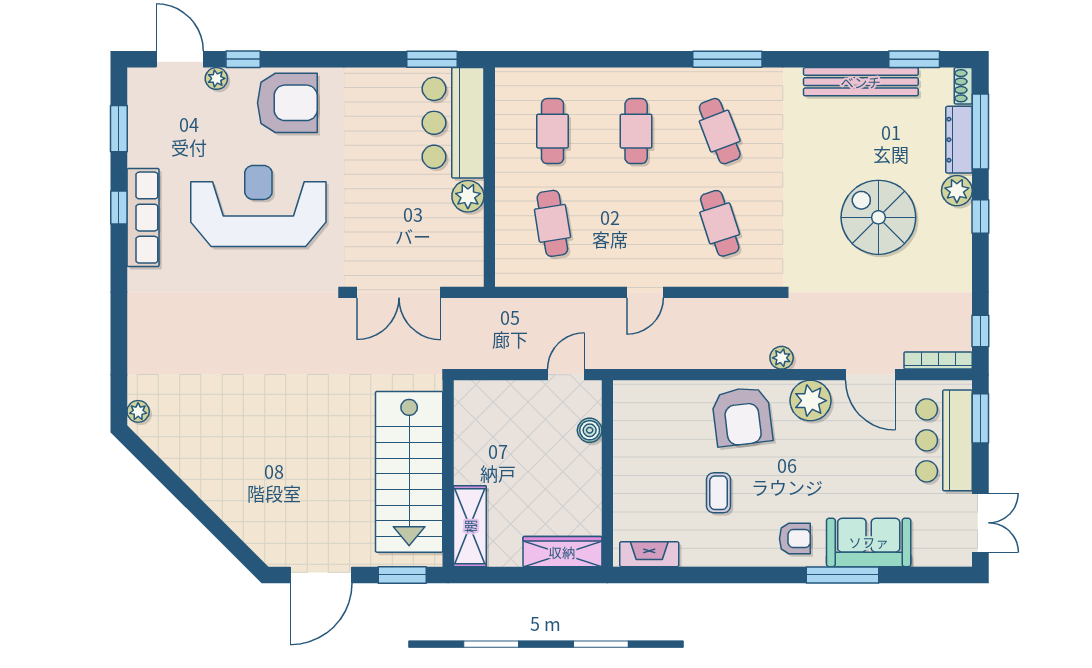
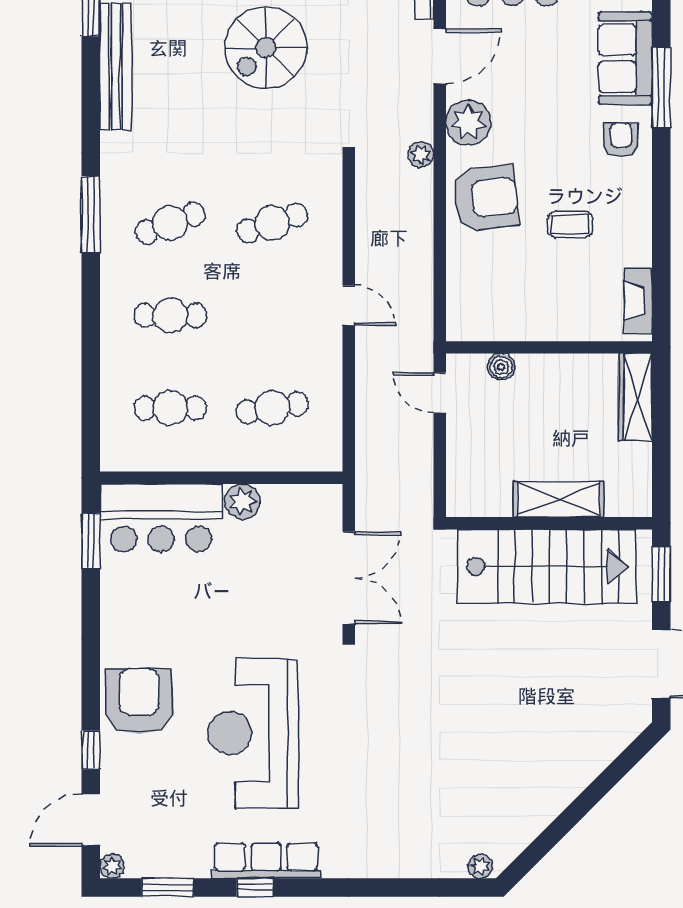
plant: (216, 78) -> (112, 866), moved
shelving: (470, 526) -> (559, 499), moved

